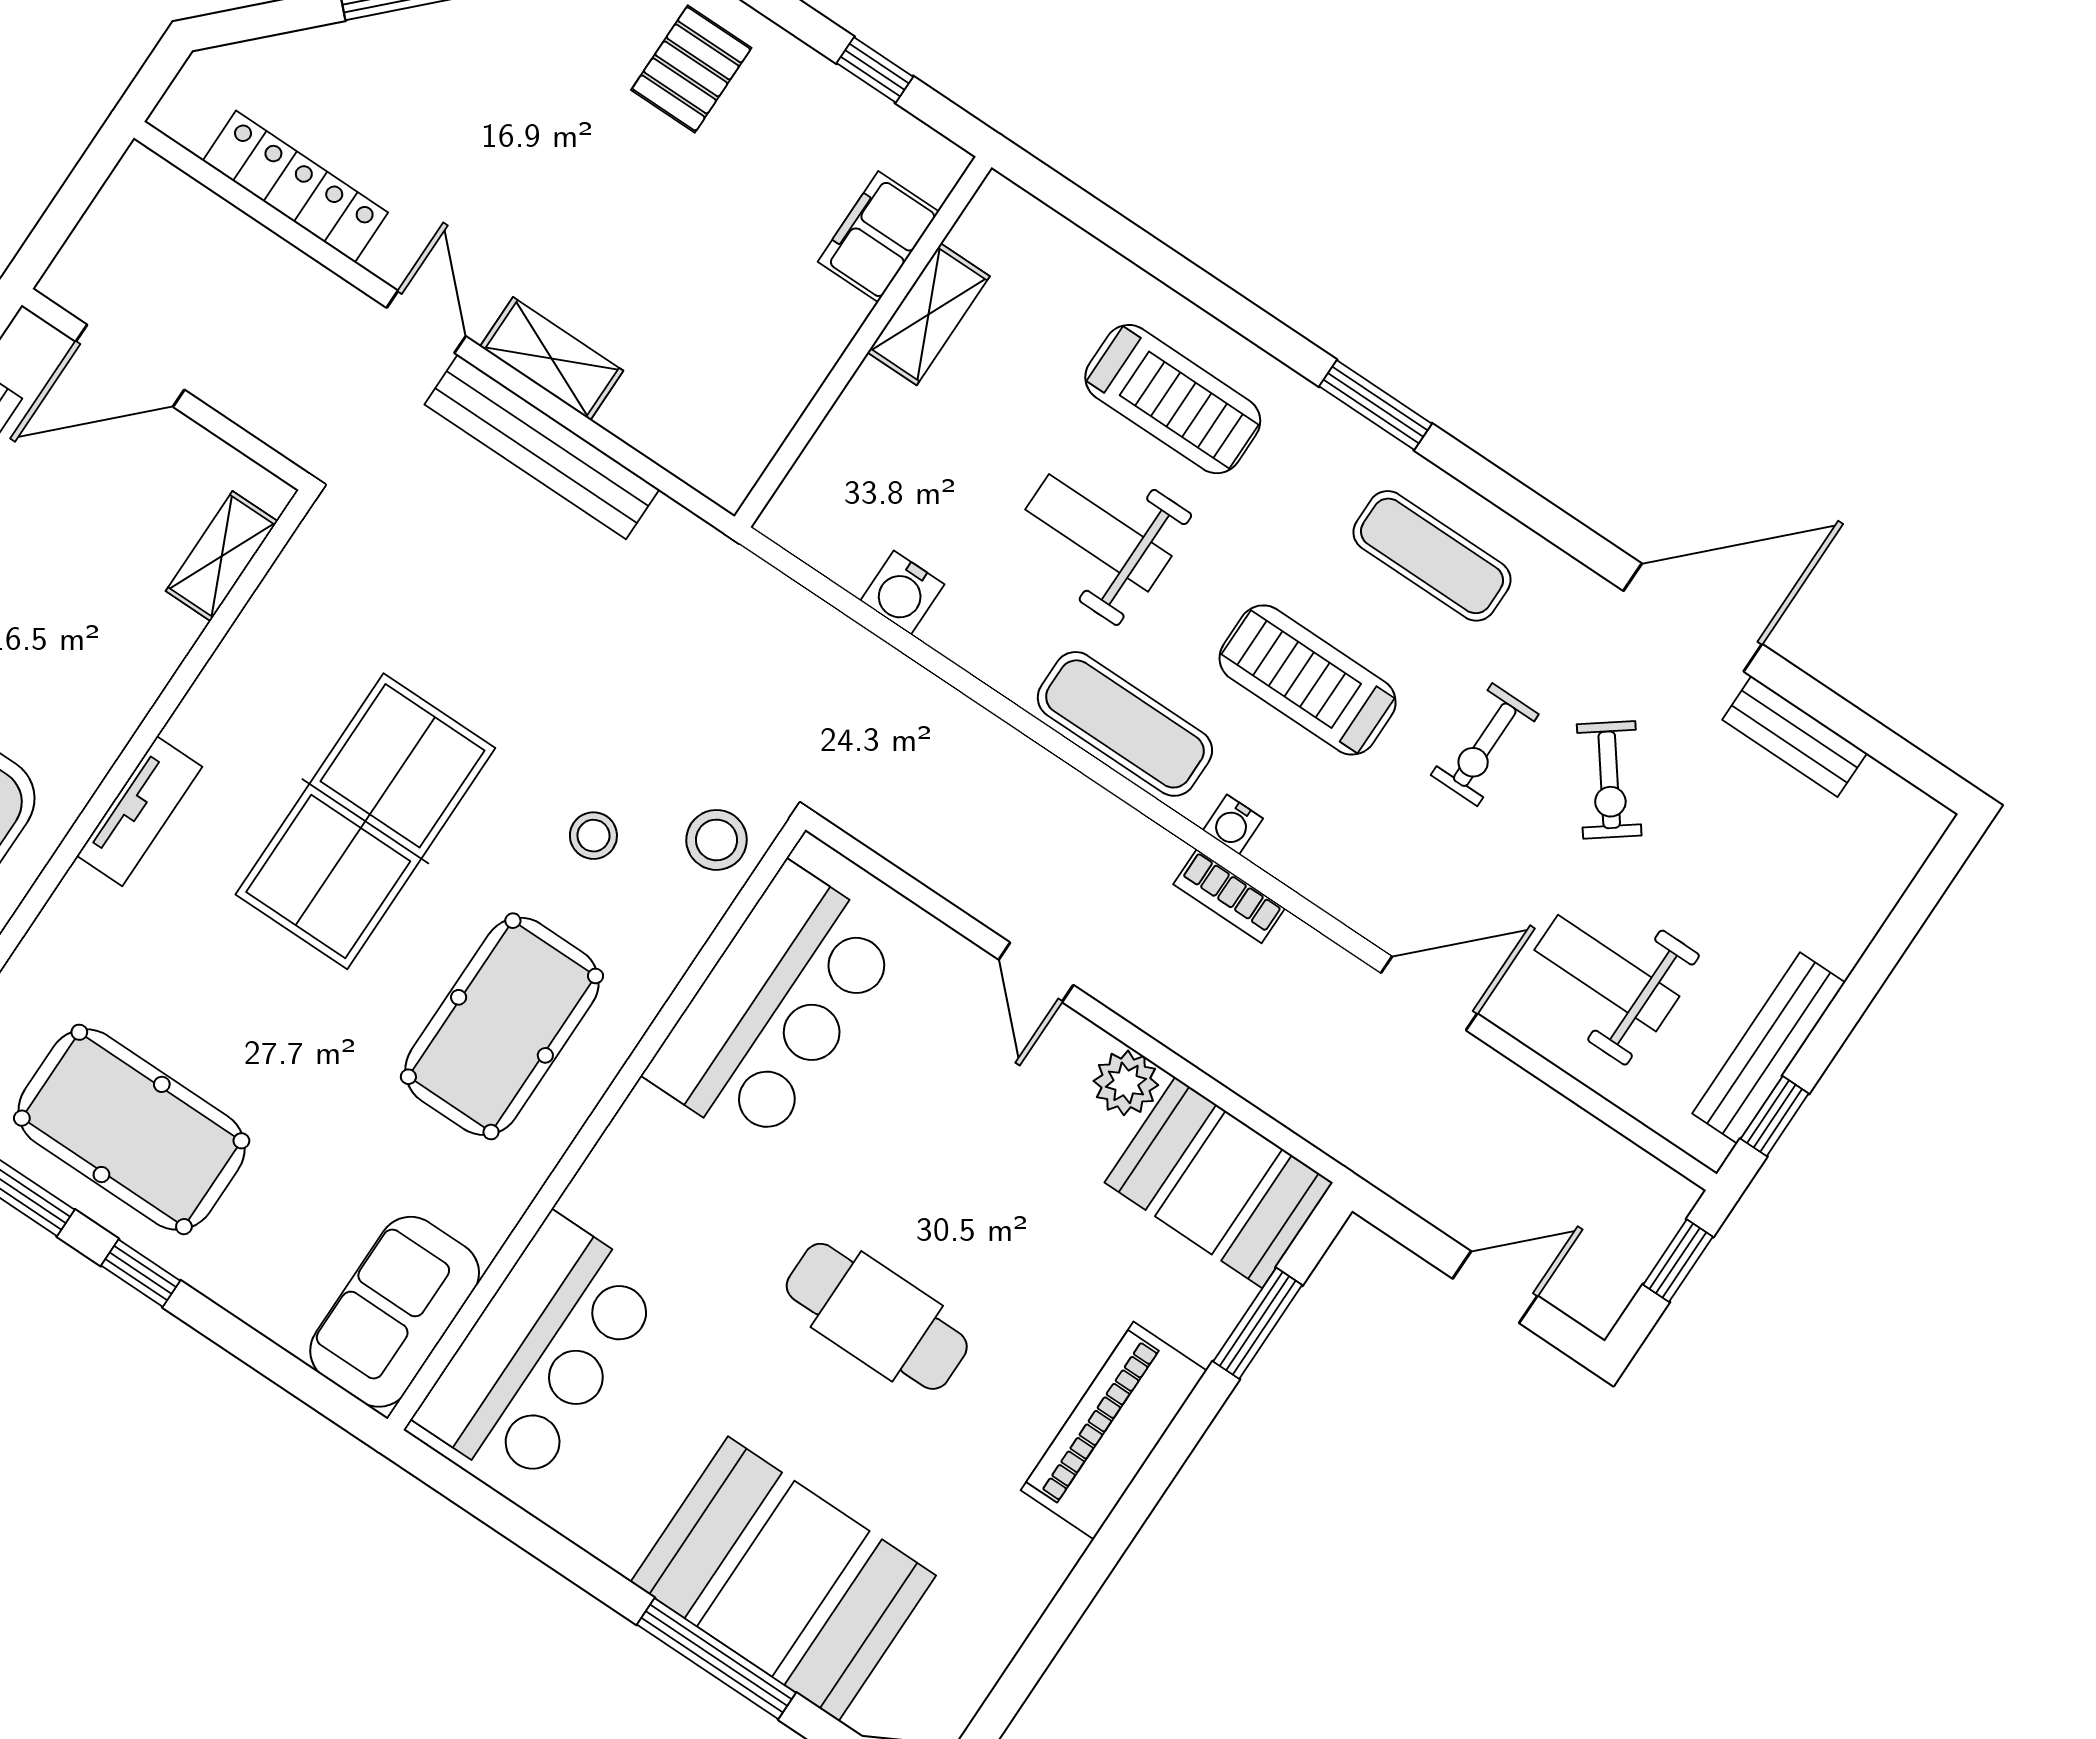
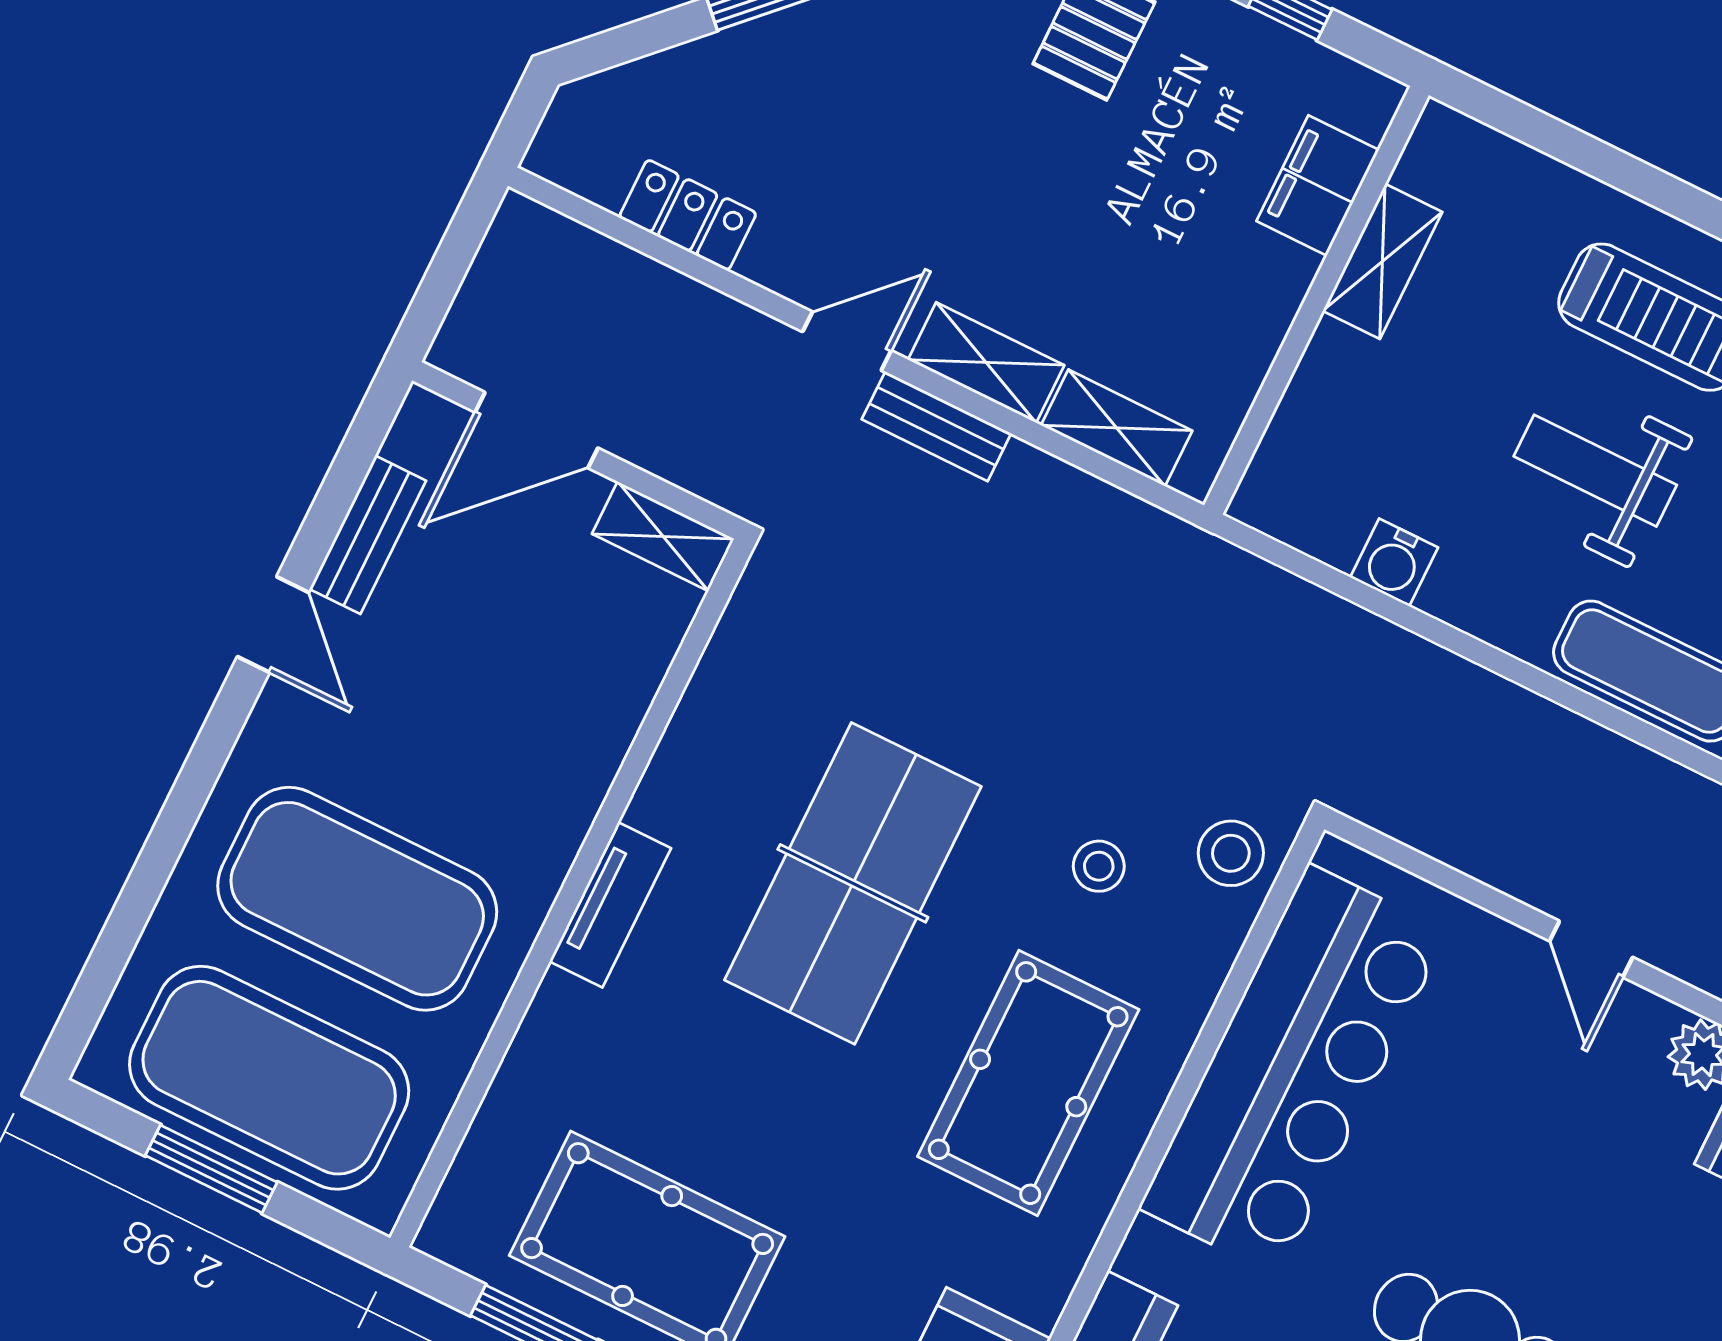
locker: (295, 187) -> (688, 215), width x0.66
door: (426, 322) -> (847, 341), hinge flipped
shelving: (664, 435) -> (1117, 428), added
bench: (542, 447) -> (936, 426), width x0.54, depth x0.82
shelving: (222, 556) -> (663, 536), moved, turned 90
bar counter: (774, 1007) -> (1293, 1070), width x1.36

